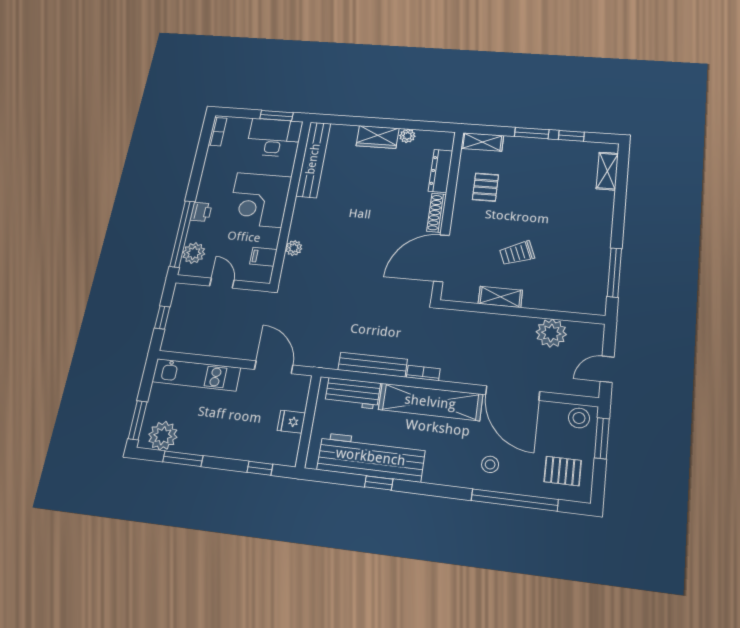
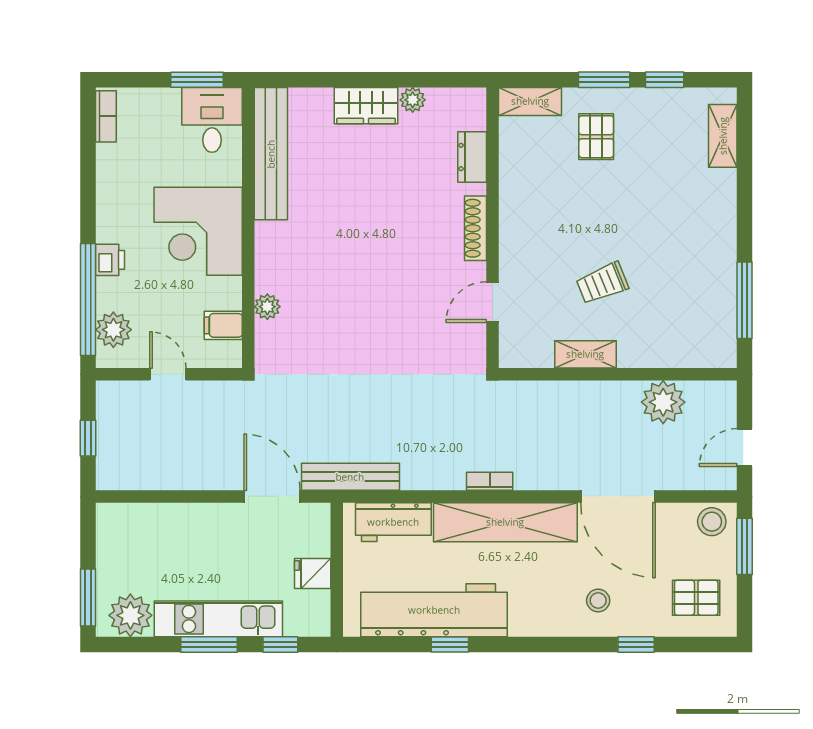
desk: (274, 138) -> (212, 120), width x0.73
dresser: (440, 171) -> (472, 157), width x0.70
pallet: (485, 187) -> (596, 137), moved
door: (442, 258) -> (493, 302), width x0.53
bench: (373, 365) -> (350, 477), moved
kitchen unit: (196, 375) -> (218, 619), moved, turned 180
window: (183, 459) -> (209, 645), moved
window: (515, 500) -> (636, 645), width x0.32

